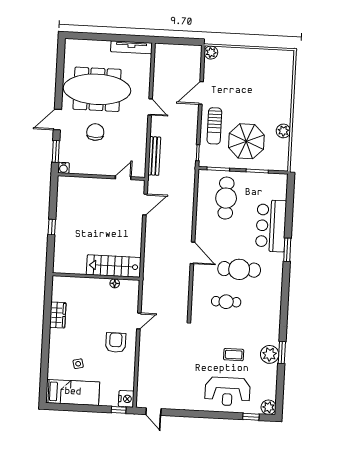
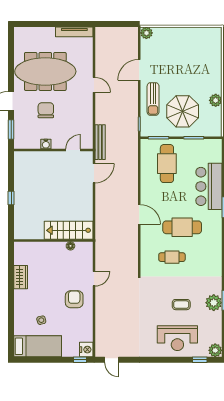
bench: (154, 156) -> (100, 142), moved
water cooler: (64, 168) -> (46, 144), moved

